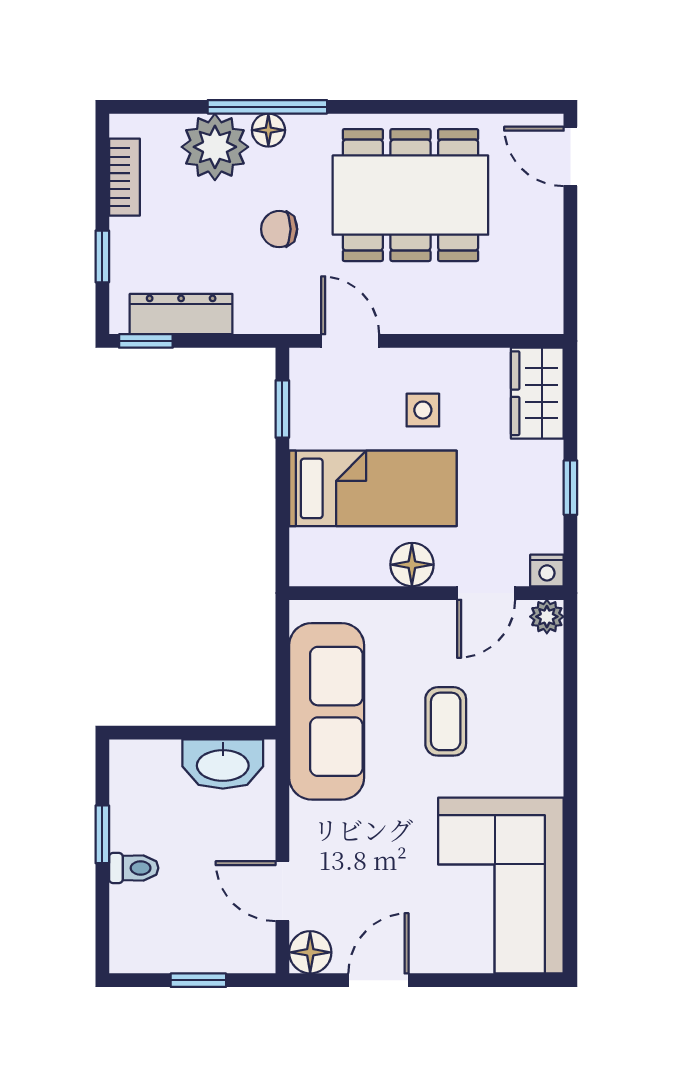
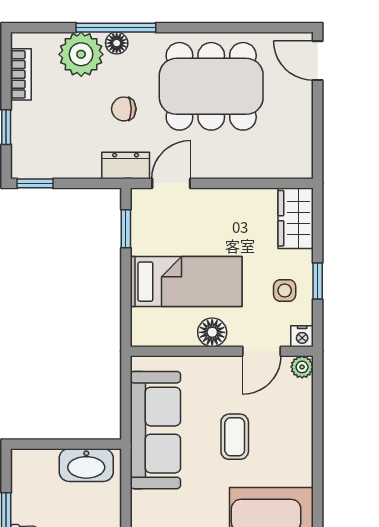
dresser: (181, 314) -> (126, 166), moved, width x0.70
door: (350, 341) -> (171, 183), hinge flipped
side table: (423, 410) -> (285, 290), moved

